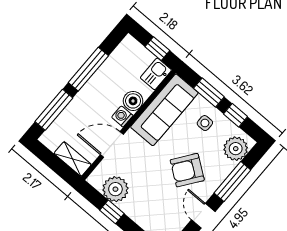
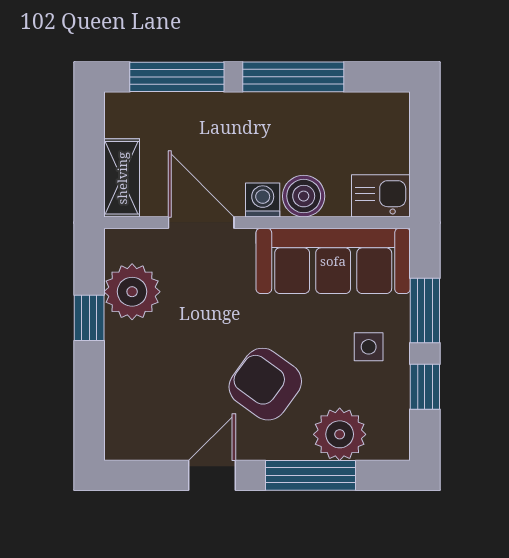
window: (157, 49) -> (425, 163), removed
plant: (236, 149) -> (340, 434), moved

